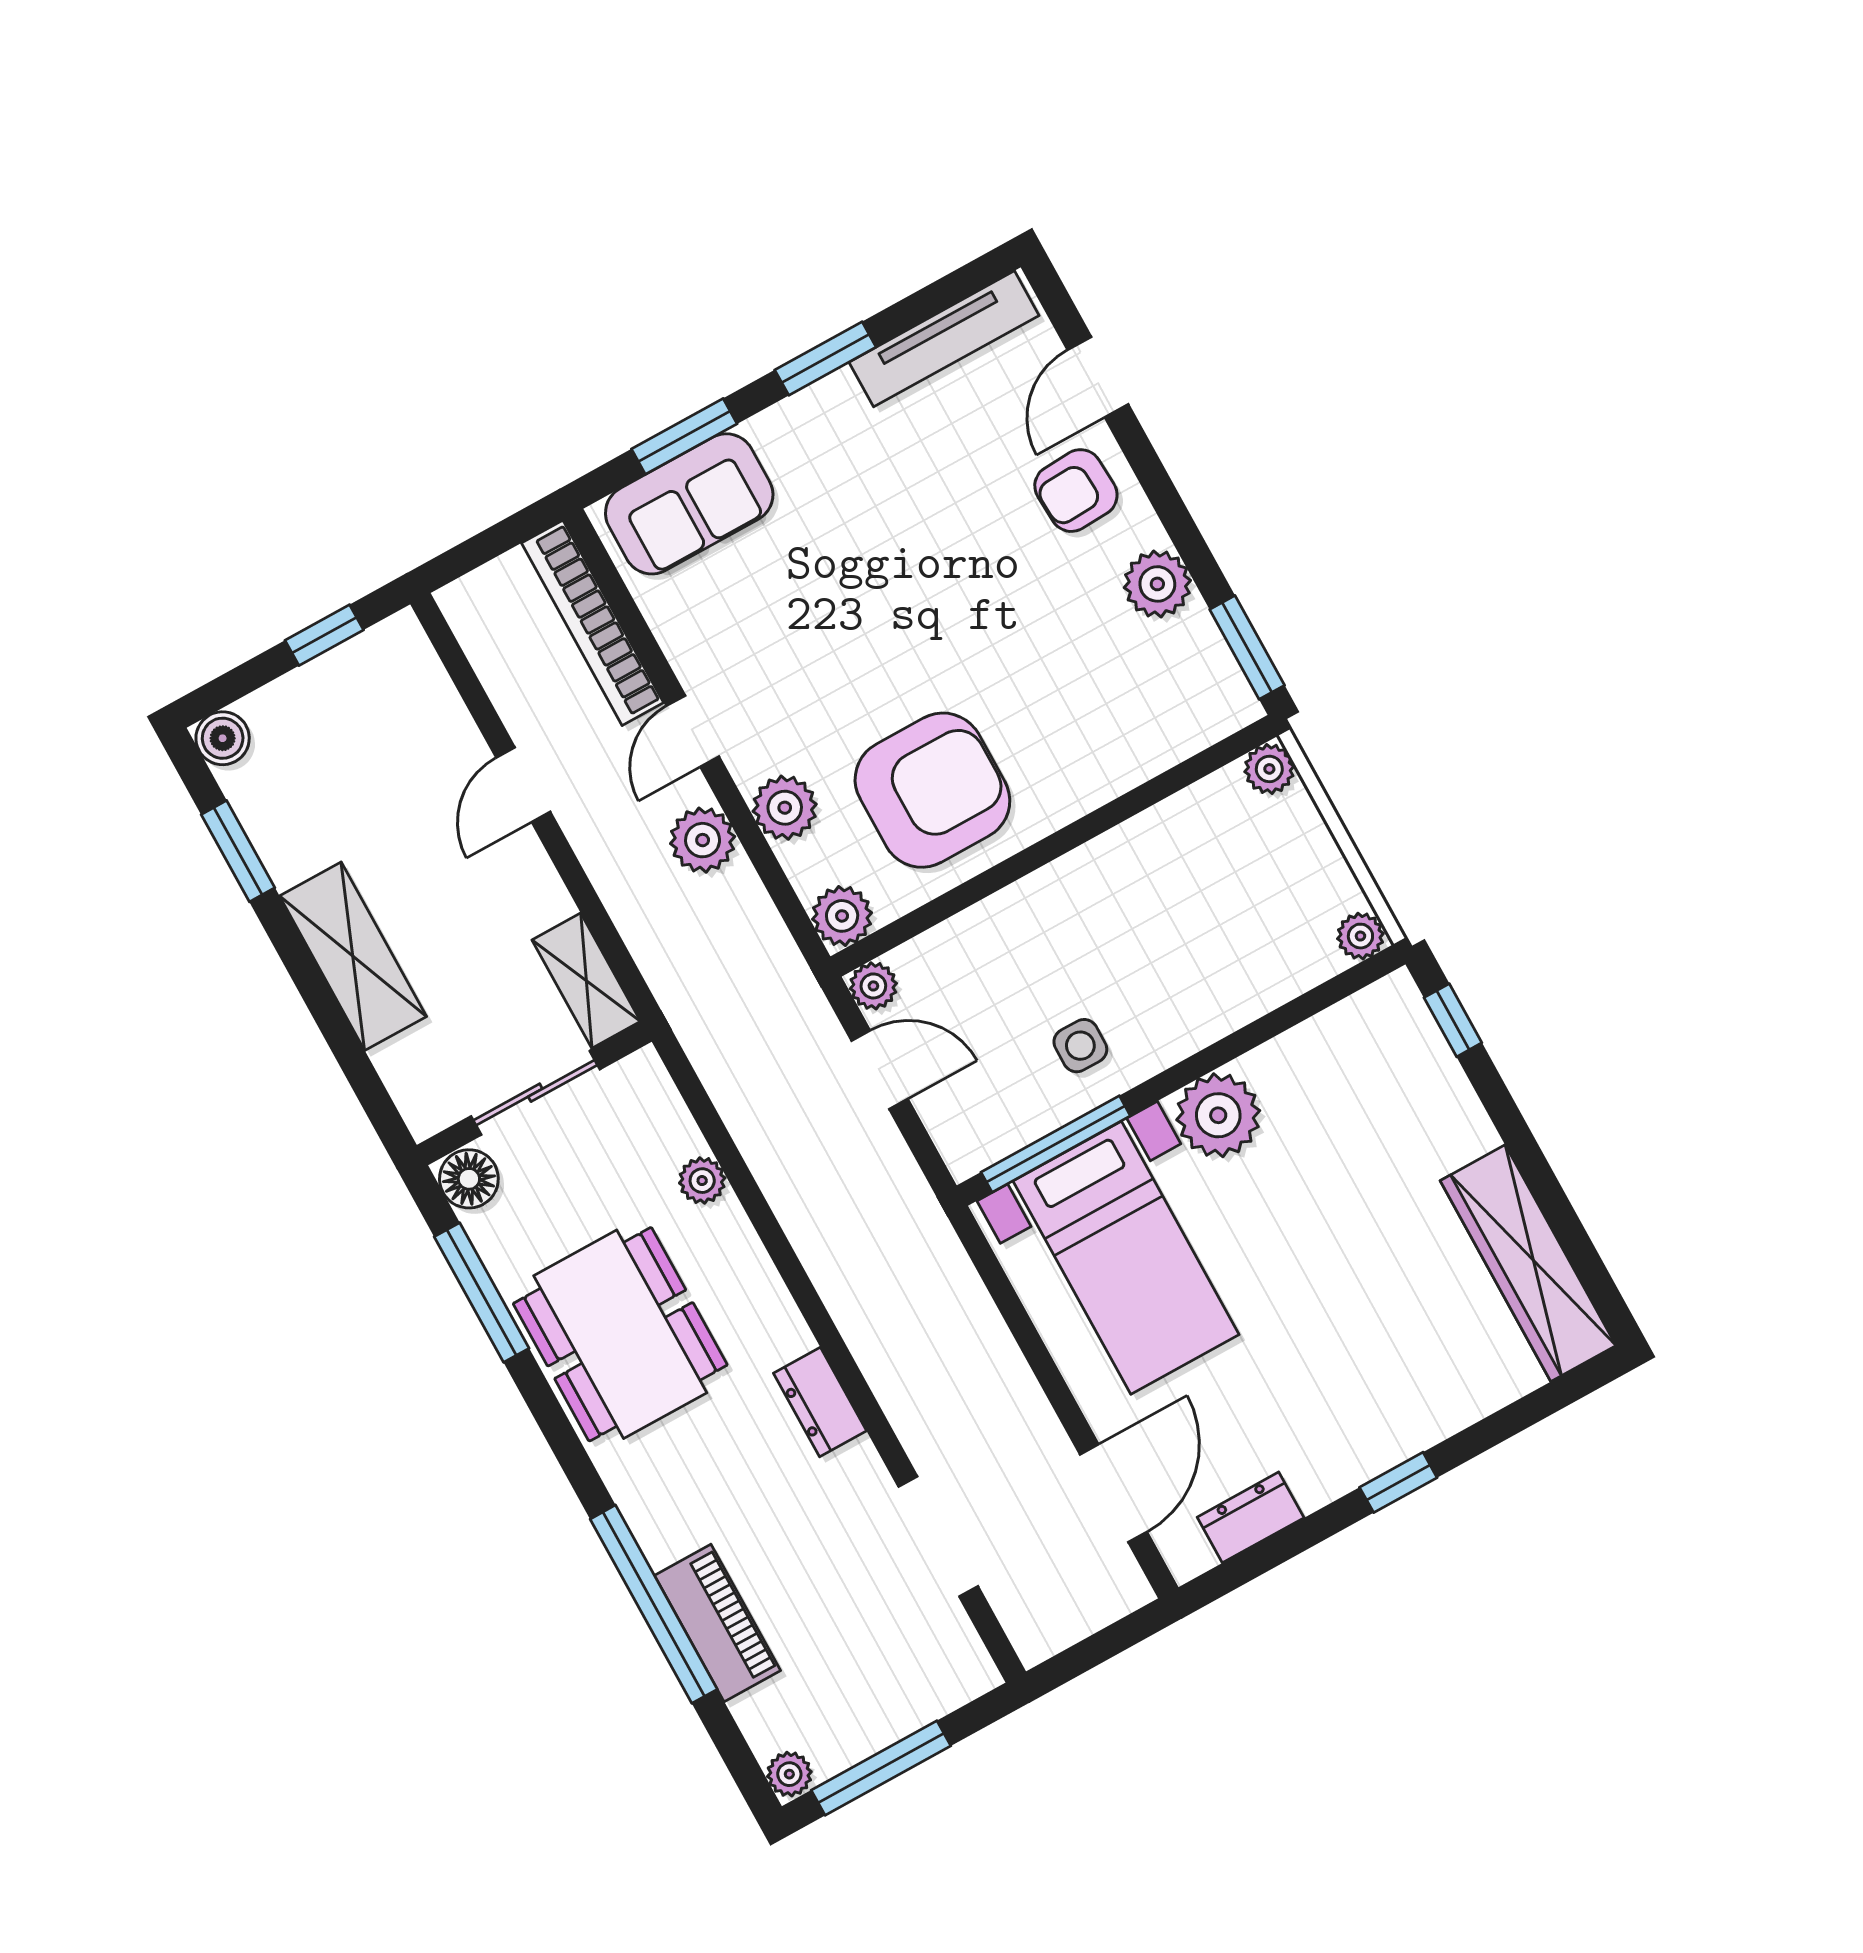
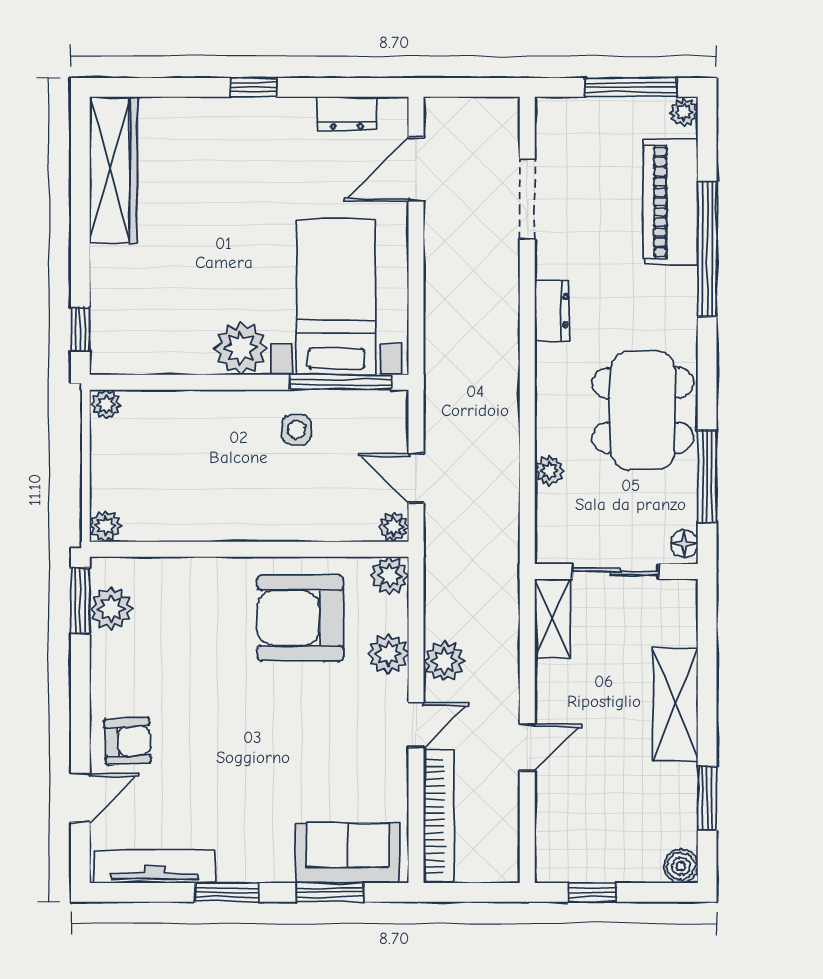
plant: (1157, 584) -> (111, 609), moved
floor lamp: (469, 1179) -> (684, 544), width x0.73, depth x0.73
piano: (718, 1623) -> (671, 202), width x1.37, depth x1.33

